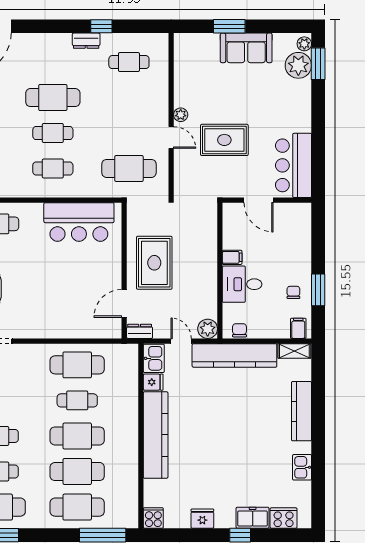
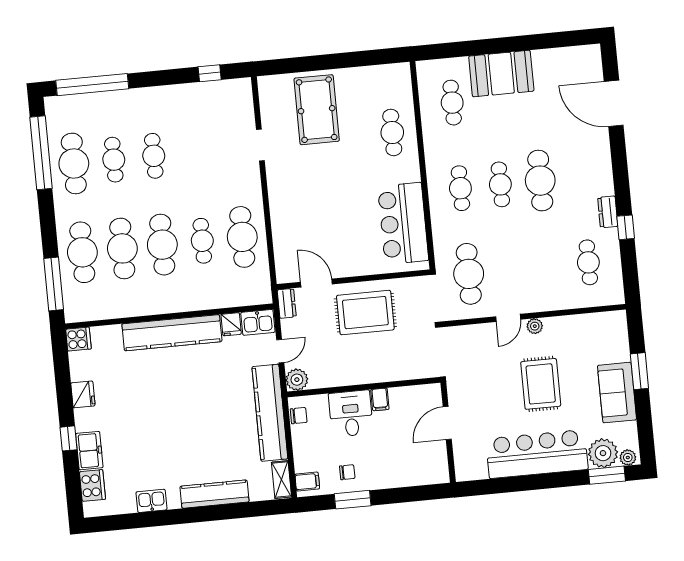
rug: (224, 140) -> (541, 384), moved
bar counter: (294, 165) -> (537, 454), moved, width x1.36

